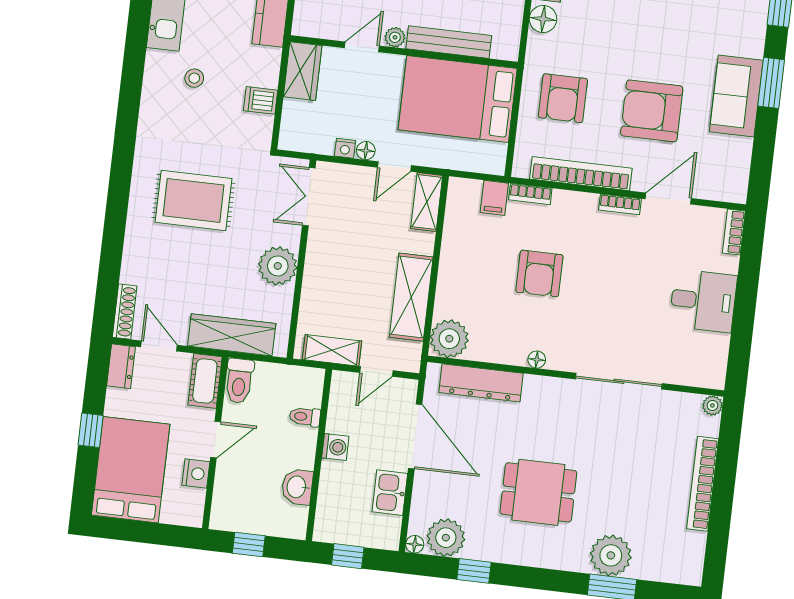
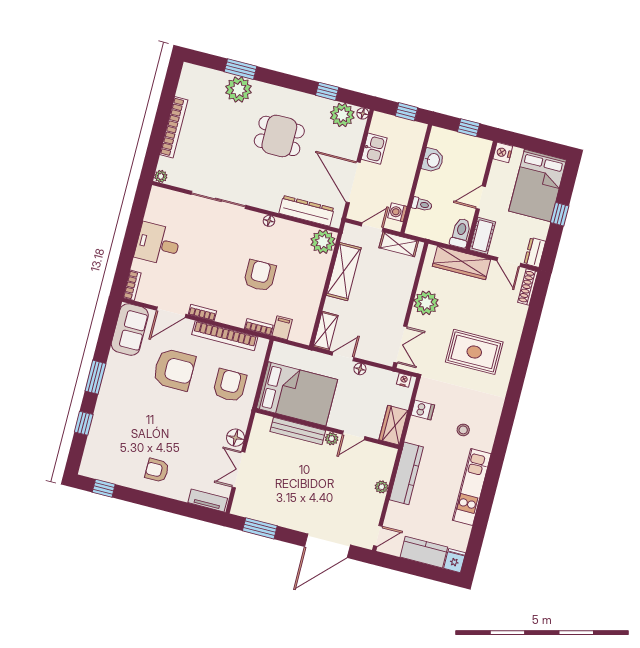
sofa: (736, 96) -> (130, 329), moved
nightstand: (345, 148) -> (404, 380), moved
washing machine: (335, 447) -> (397, 212), moved
nightstand: (196, 474) -> (503, 153), moved

